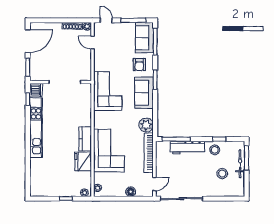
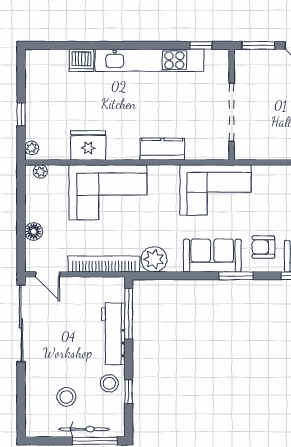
dishwasher: (36, 90) -> (82, 60), moved
kitchen counter: (85, 139) -> (162, 149), moved

